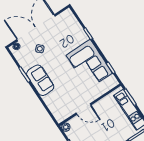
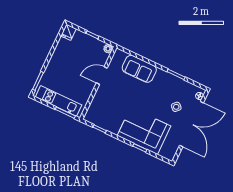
corner sofa: (89, 64) -> (144, 131), moved
sofa: (40, 80) -> (139, 69), moved

